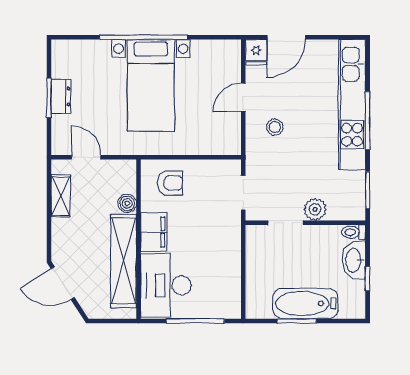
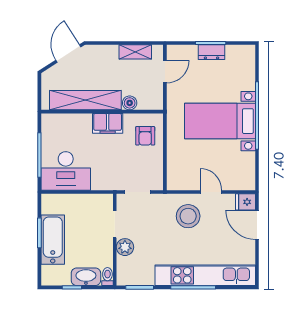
stool: (275, 127) -> (188, 216), width x1.89, depth x1.89
desk: (166, 285) -> (66, 171), moved, turned 180

